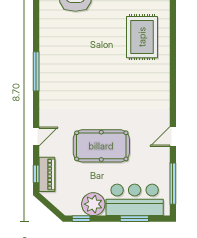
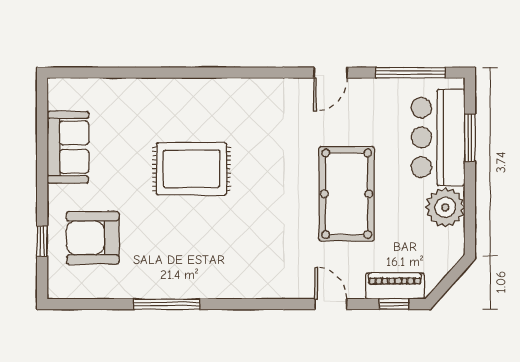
rug: (142, 37) -> (192, 169), moved
window: (36, 71) -> (167, 304), moved
door: (173, 136) -> (331, 73), hinge flipped
window: (81, 219) -> (470, 228), removed

